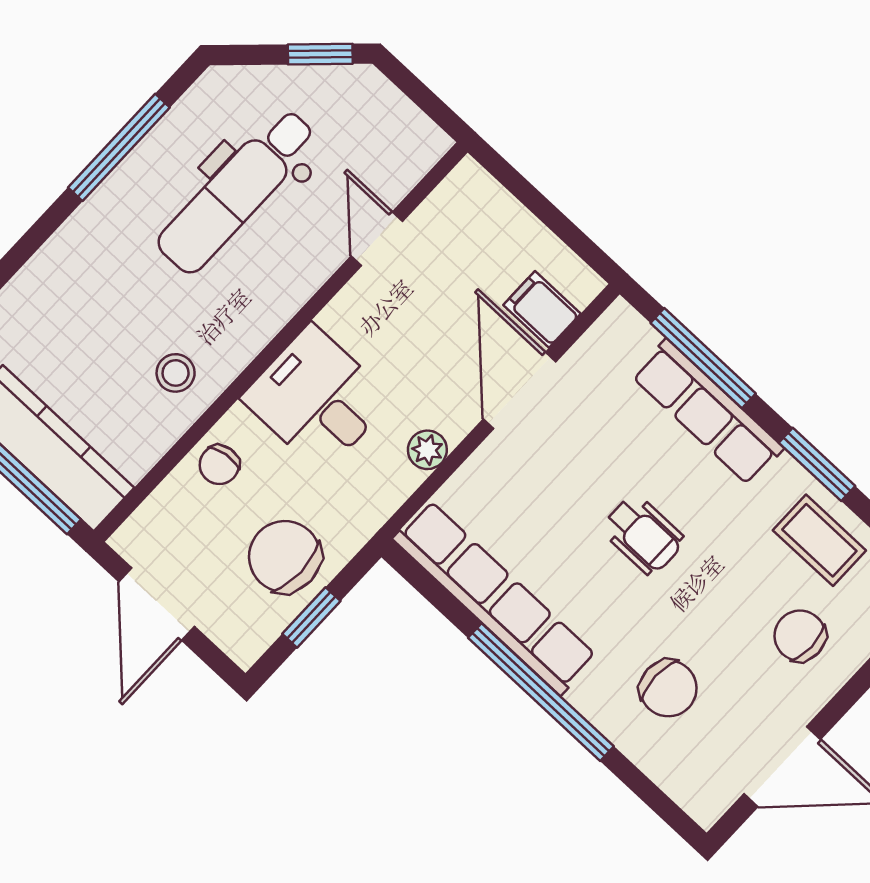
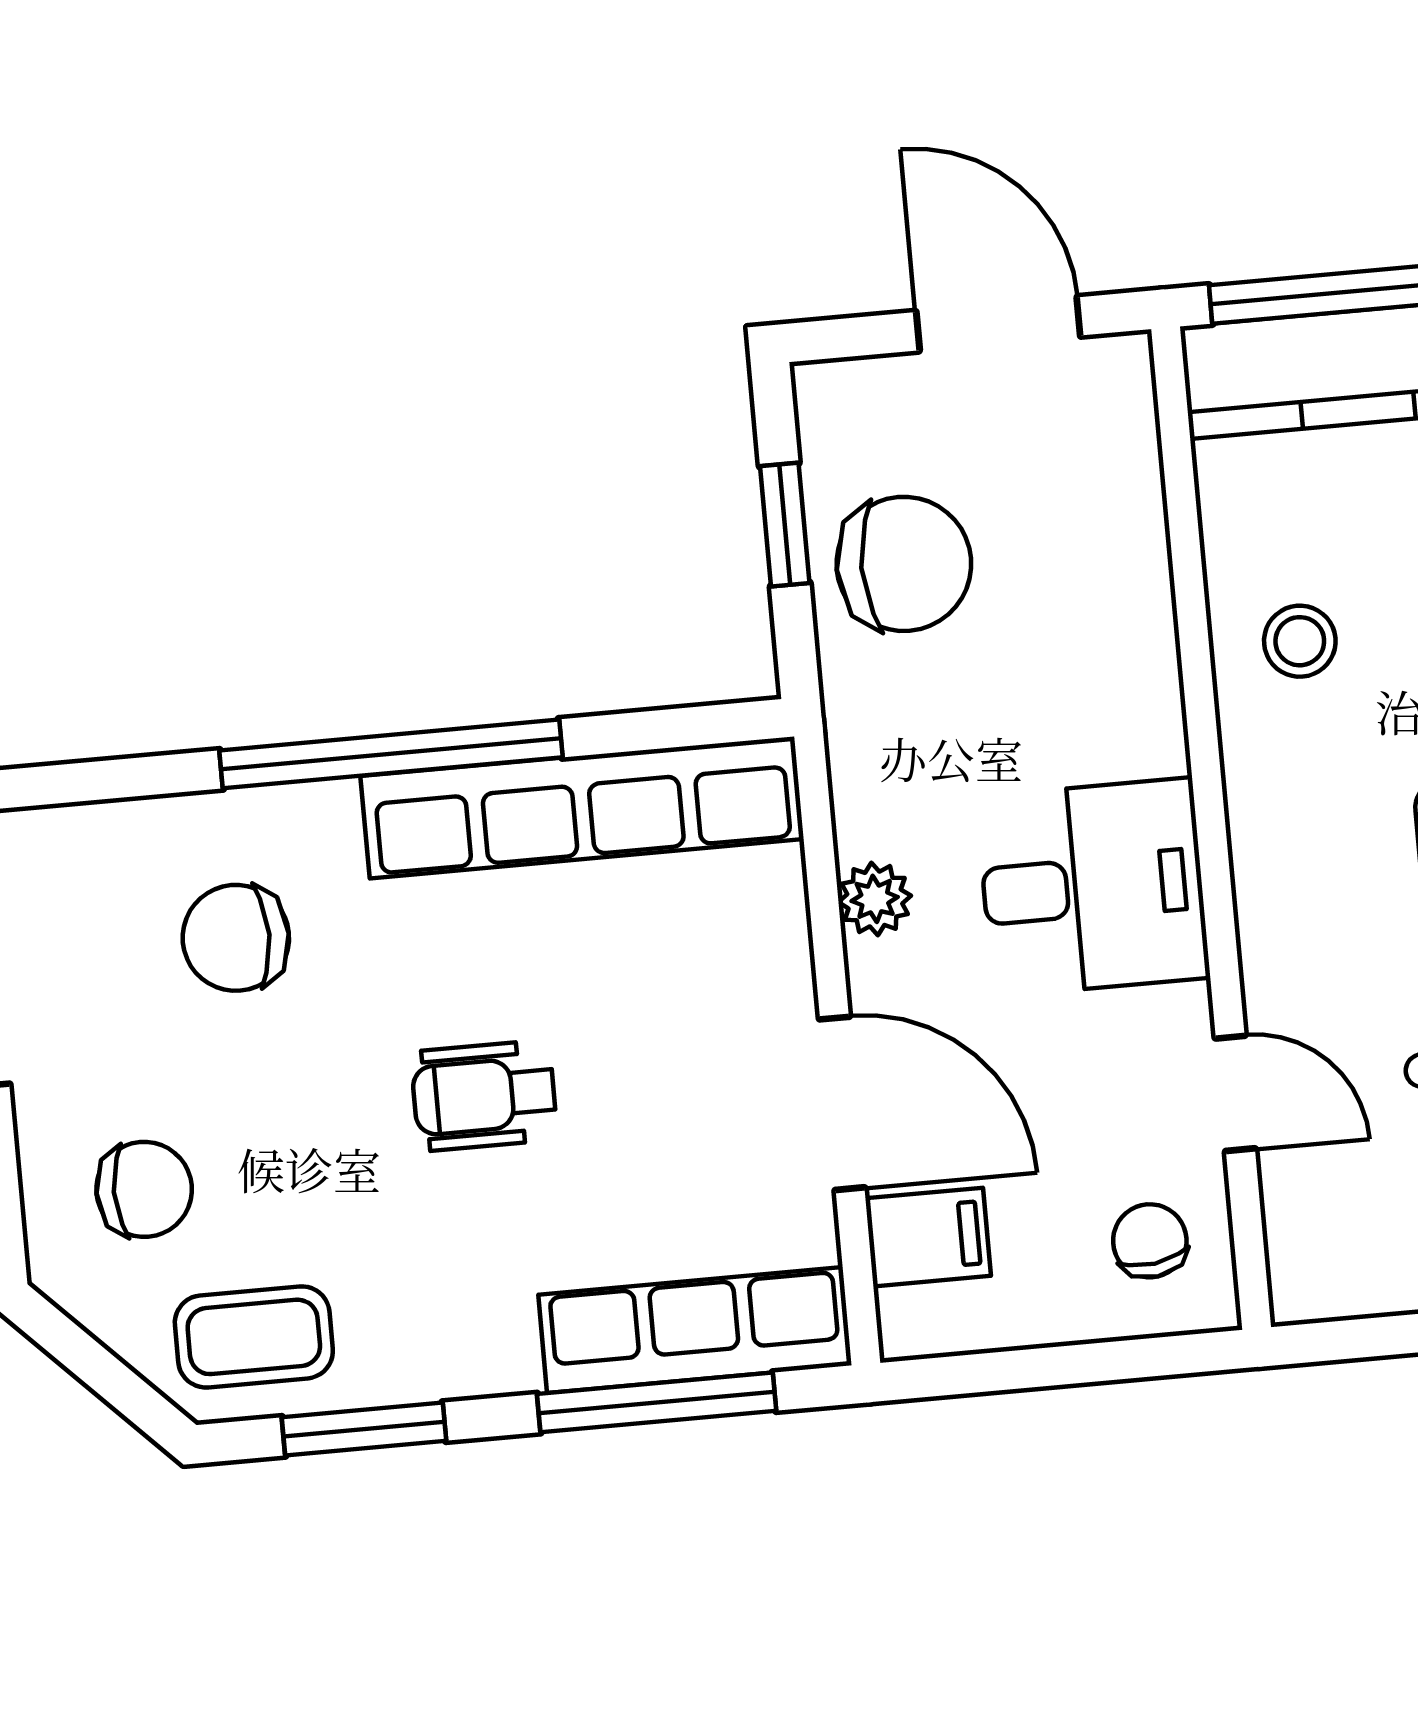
desk: (317, 399) -> (1093, 887), moved
row of seats: (708, 412) -> (695, 1330), moved
chair: (219, 465) -> (1150, 1241), moved

